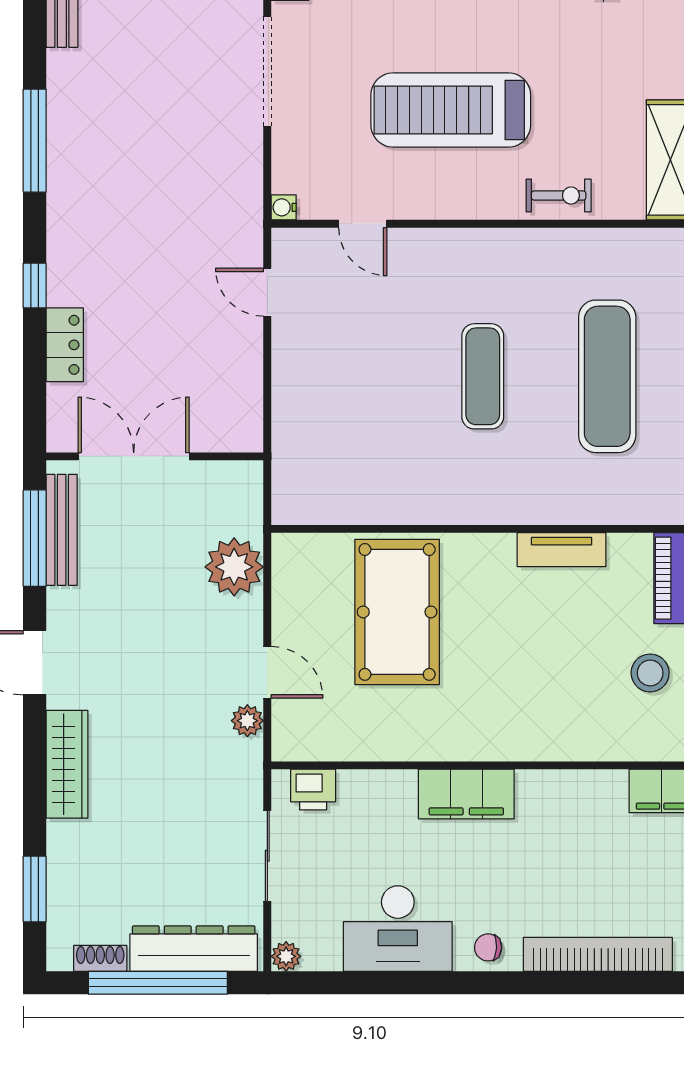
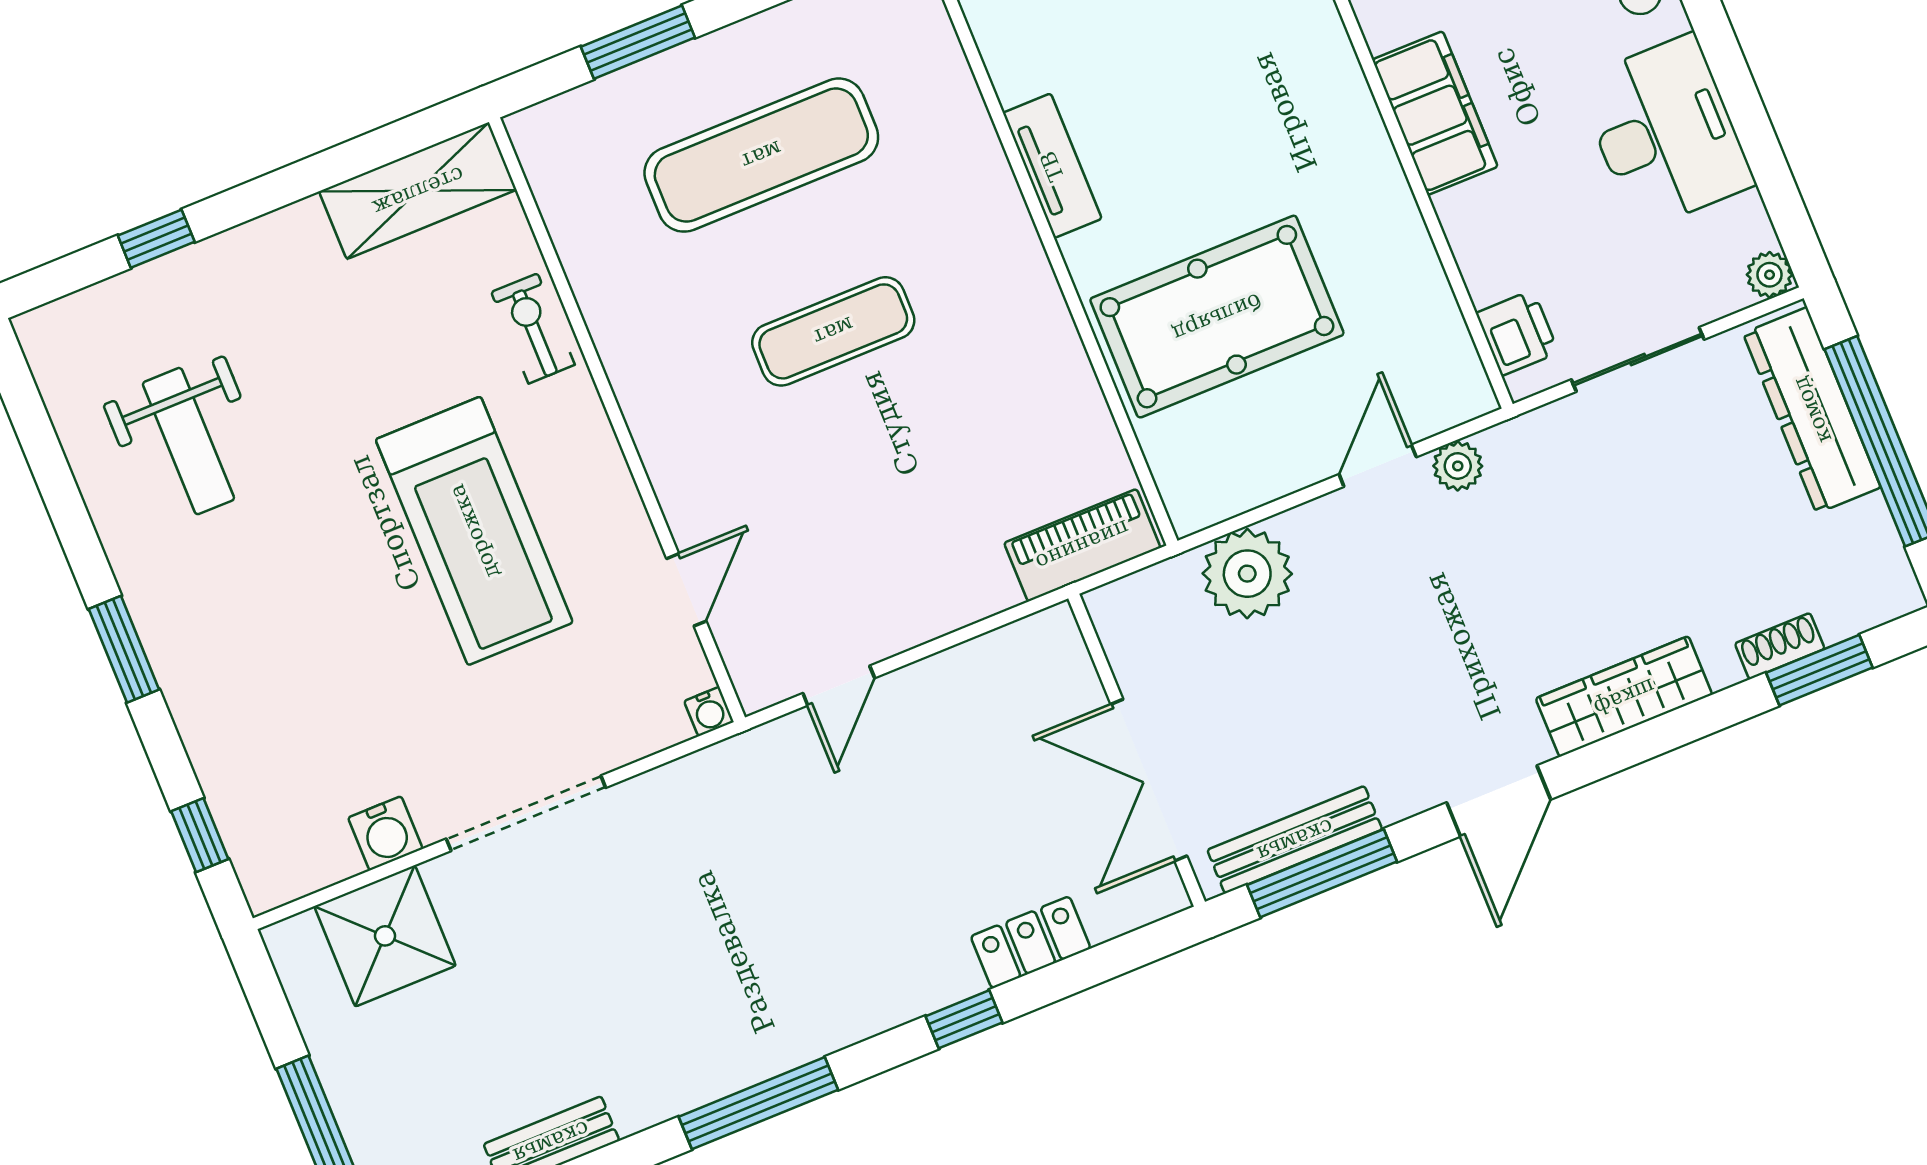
piano: (292, 474) -> (1082, 545), added
tv unit: (562, 550) -> (1052, 166), moved
shoe rack: (100, 958) -> (1780, 646), moved, turned 90

